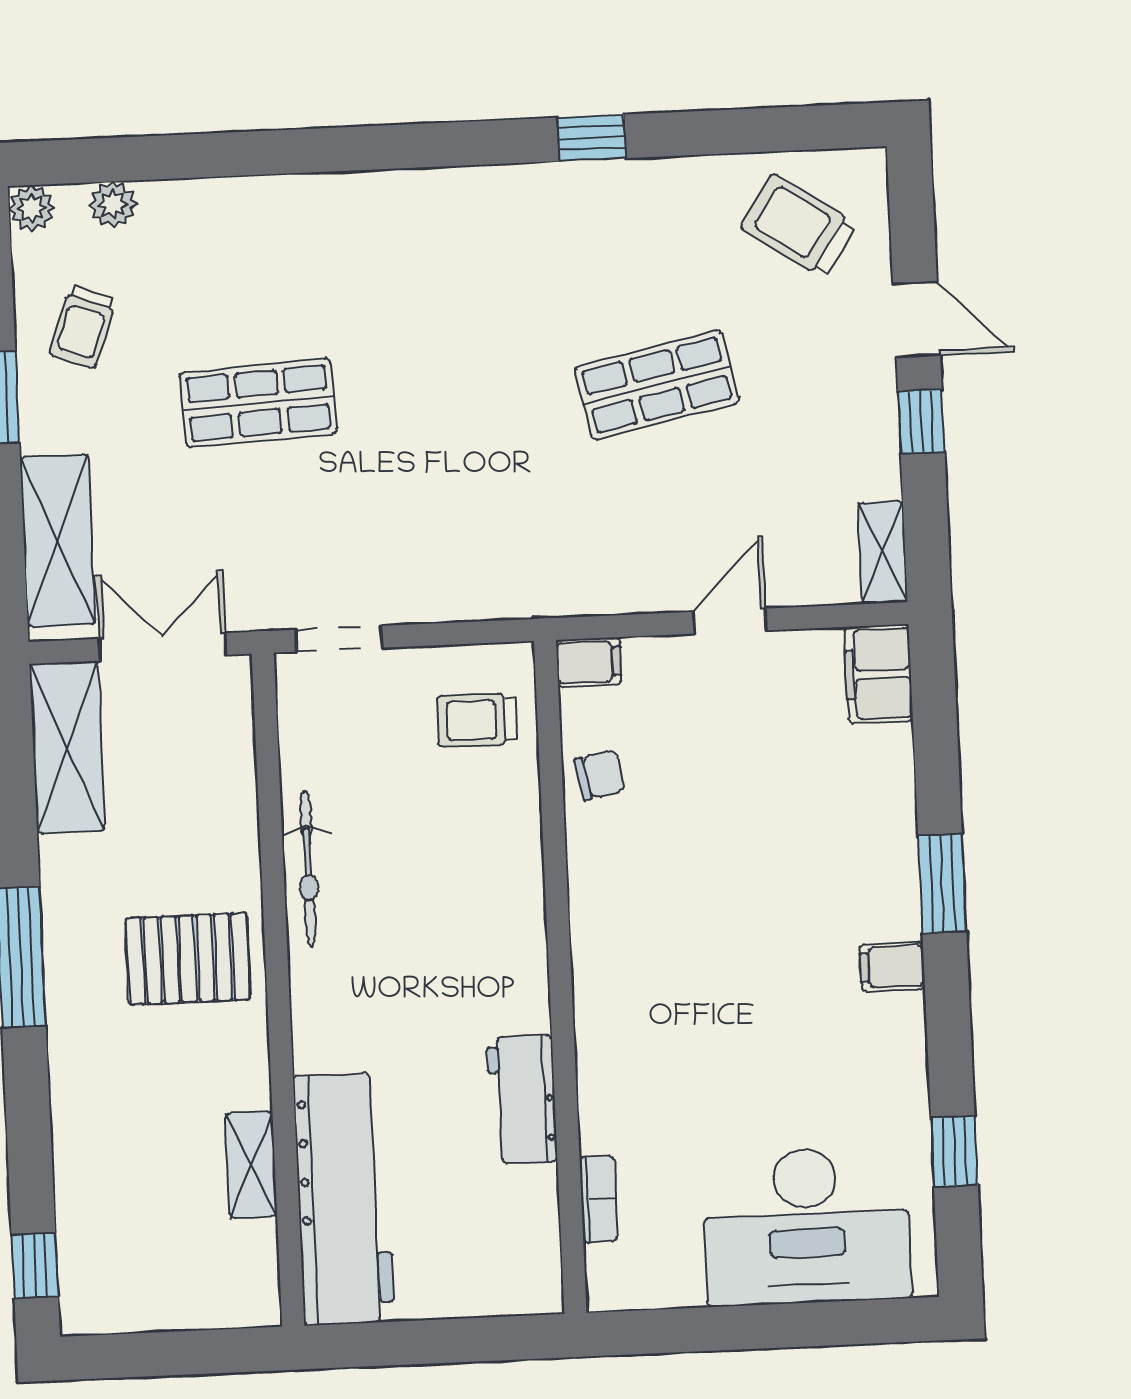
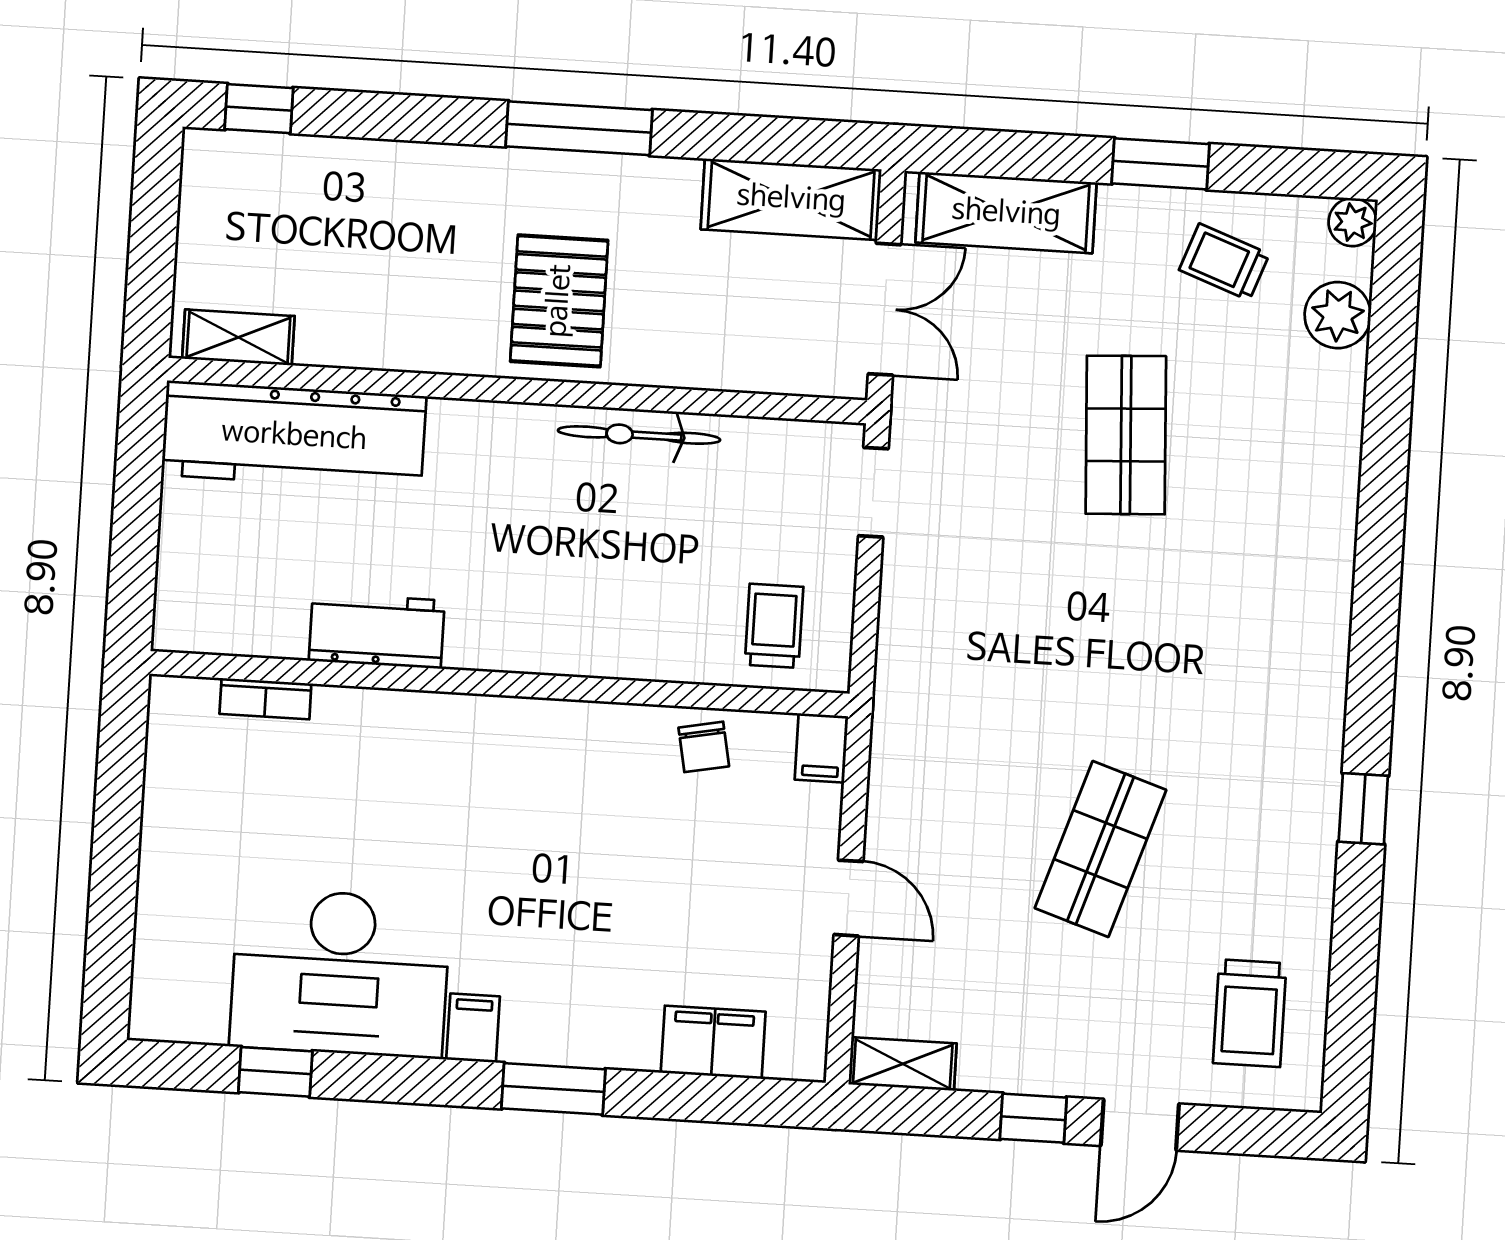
plant: (113, 204) -> (1338, 315), width x1.38, depth x1.38
trolley: (799, 226) -> (1250, 1013), turned 146
shop shelf: (657, 385) -> (1100, 849), turned 30
filing cabinet: (878, 674) -> (713, 1042), moved
shelving: (251, 1165) -> (238, 337), moved
desk: (807, 1226) -> (340, 973), moved, turned -90

